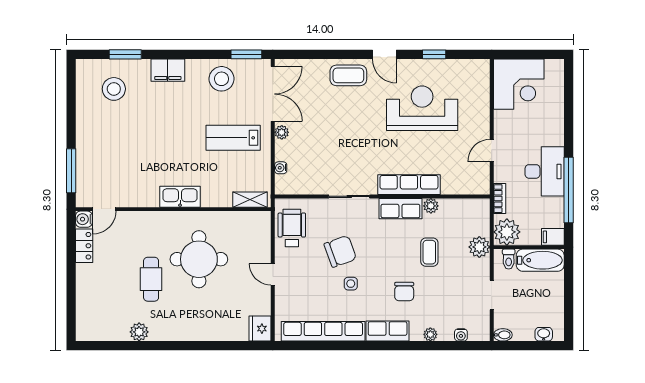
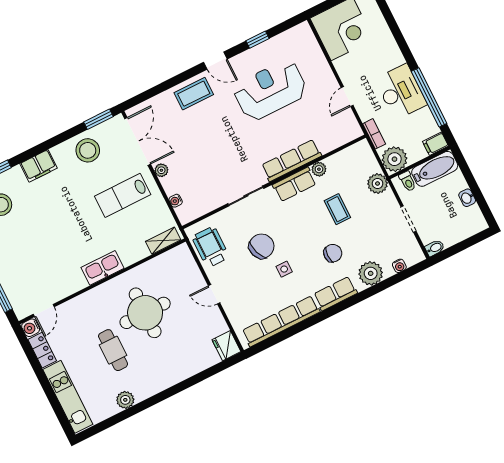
chair: (404, 292) -> (333, 253), turned -90
kitchen unit: (86, 302) -> (68, 397), added
plant: (430, 334) -> (371, 273), width x1.88, depth x1.88
washbasin: (544, 334) -> (467, 198), moved, turned -90

